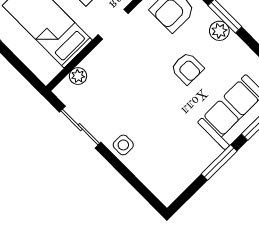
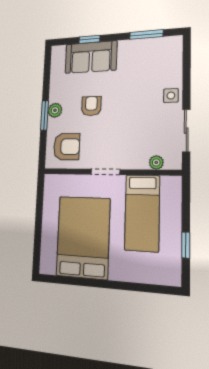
window: (219, 163) -> (146, 34), moved

